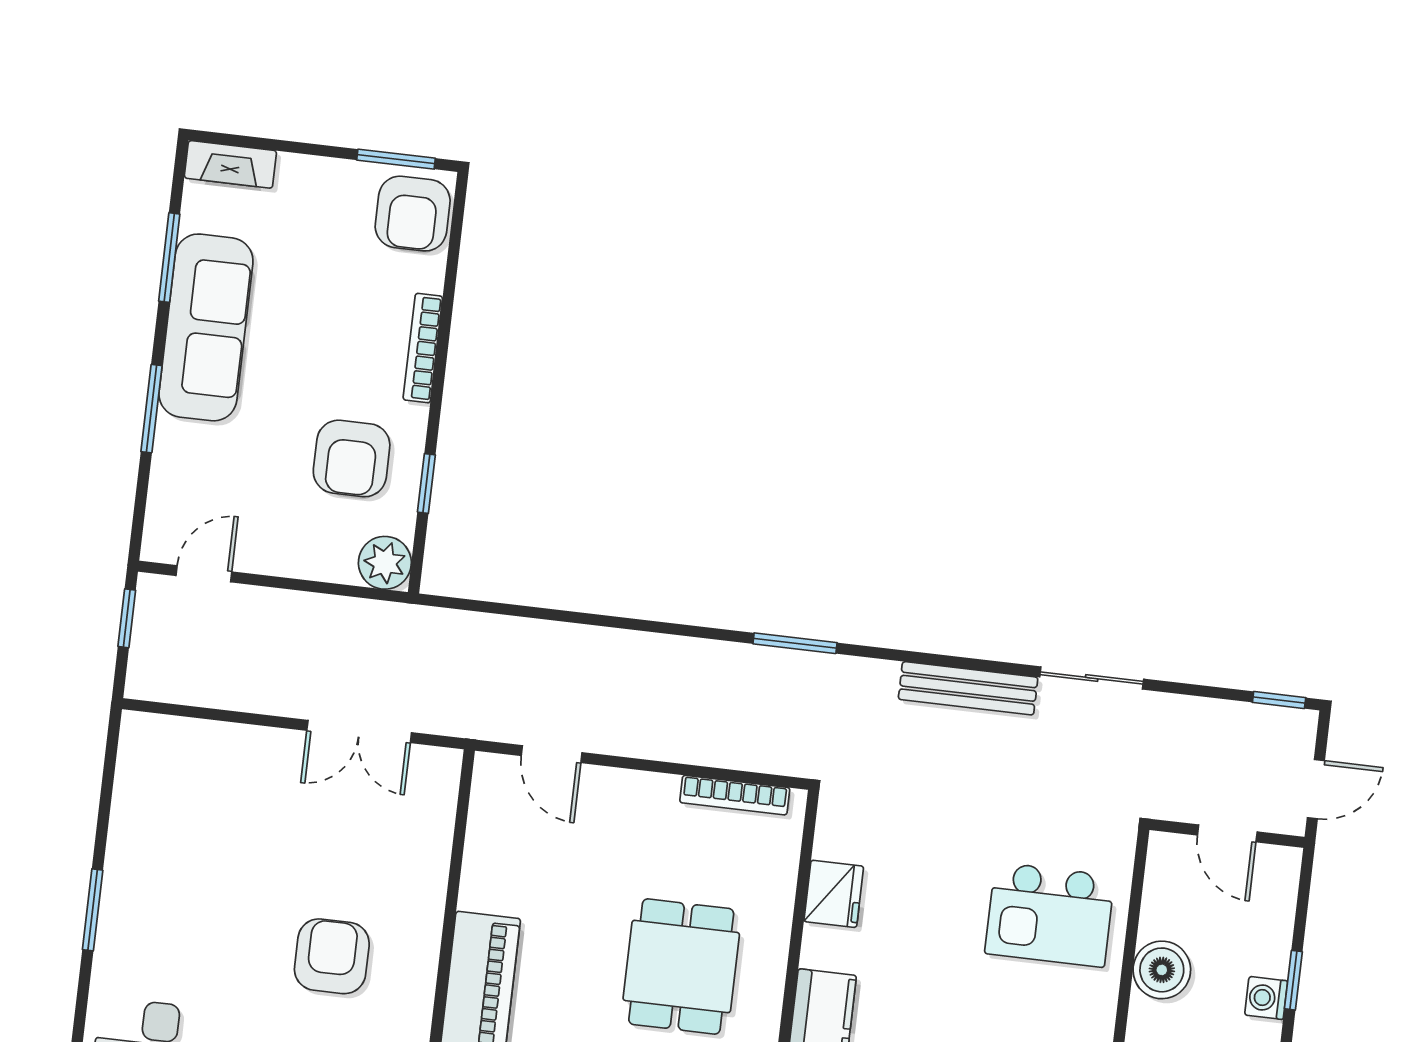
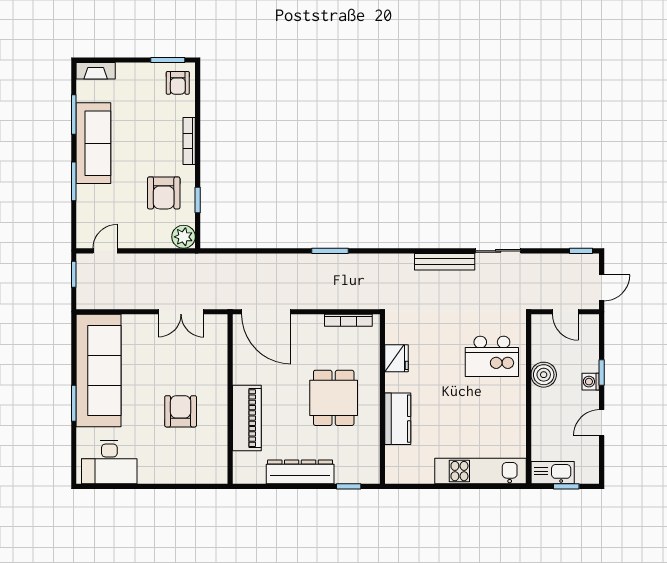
armchair: (413, 214) -> (178, 83), width x0.72, depth x0.72
window: (795, 643) -> (330, 251), moved
door: (552, 754) -> (266, 312), width x1.87
sofa: (157, 842) -> (99, 371), added

